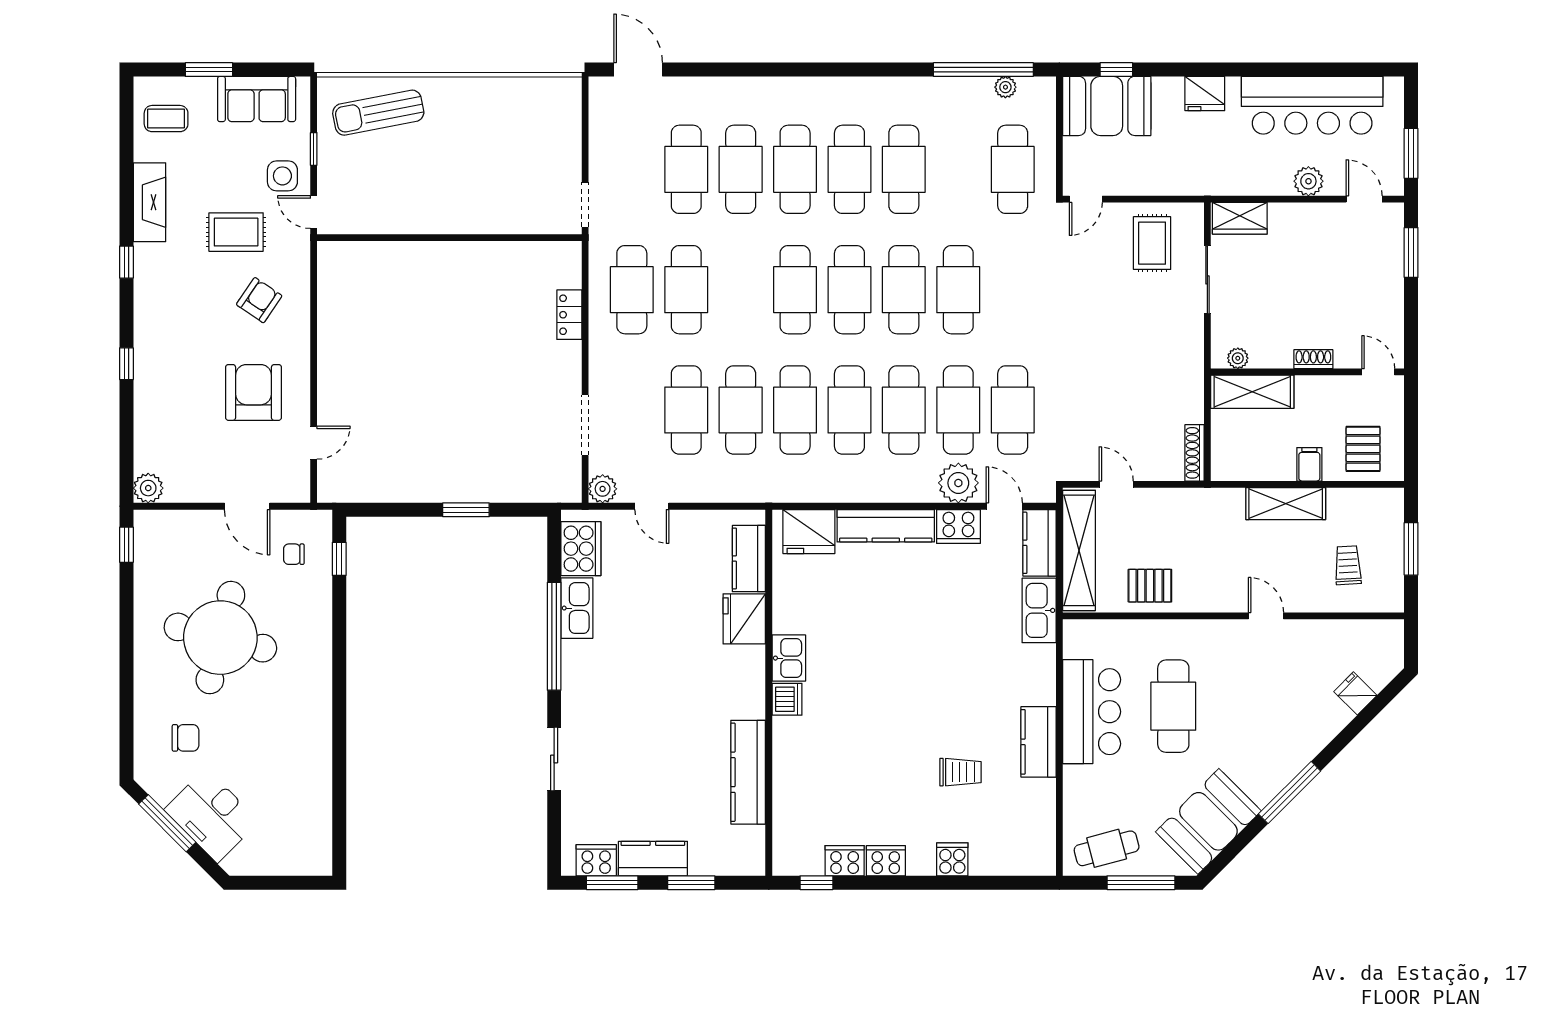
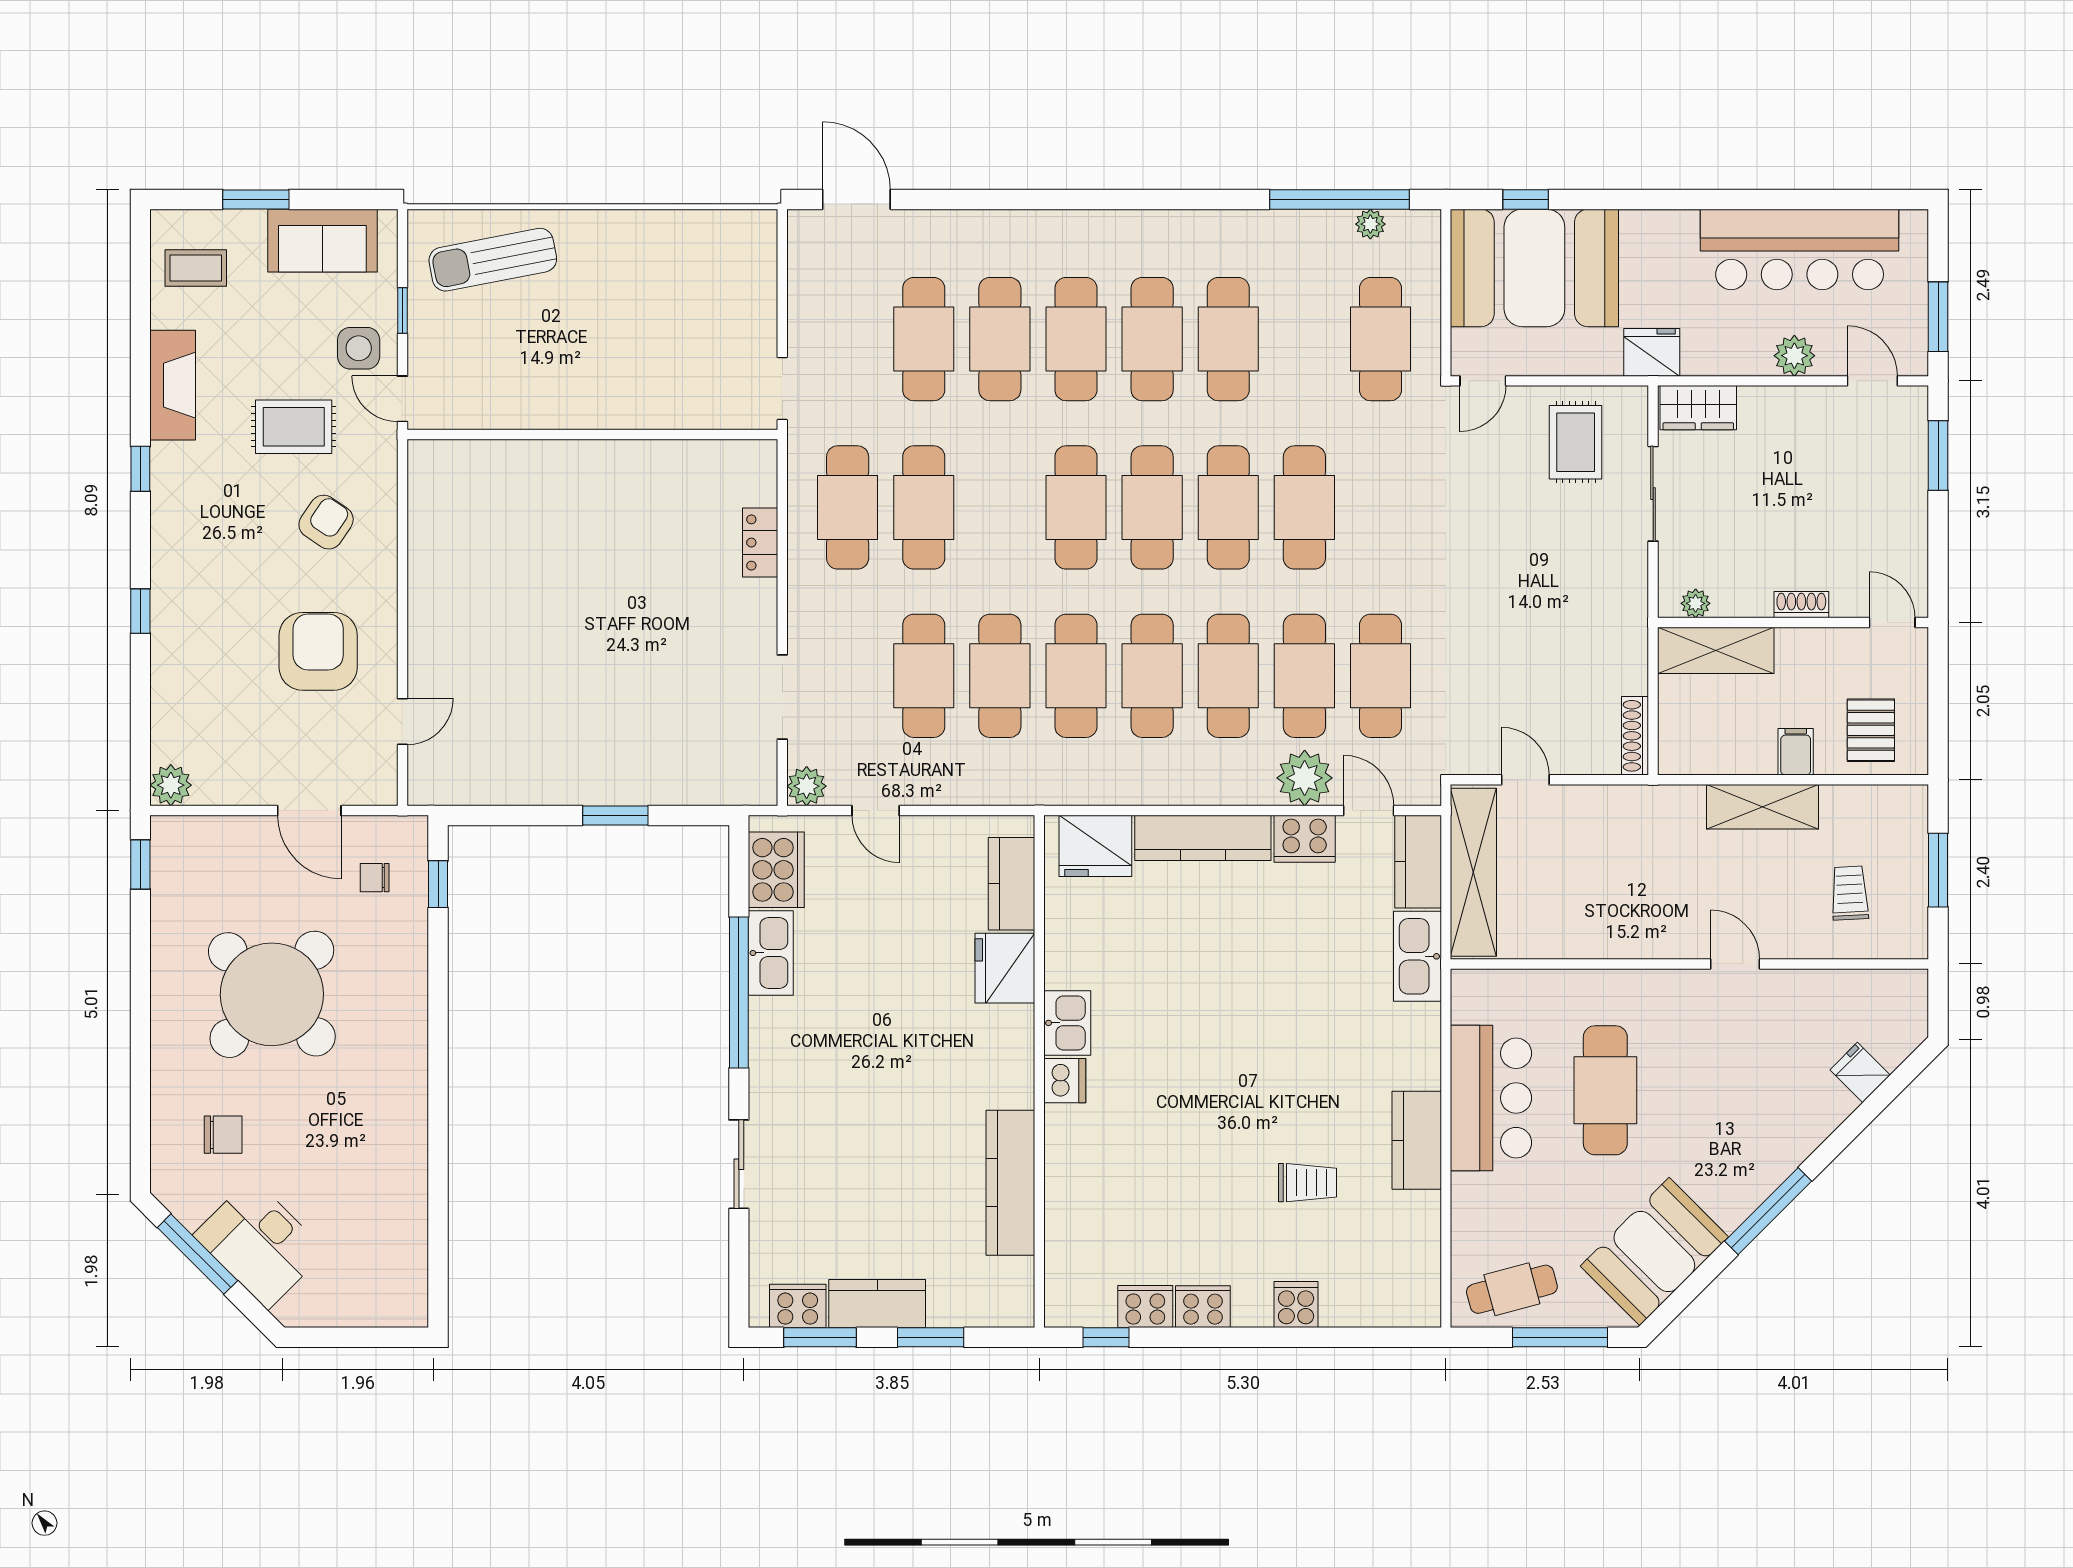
fridge: (1205, 94) -> (1652, 352), moved, turned 180
booth: (1107, 106) -> (1534, 268), width x1.36, depth x1.42
pallet: (1150, 586) -> (1573, 922), removed
round table: (220, 638) -> (272, 994), turned 30

